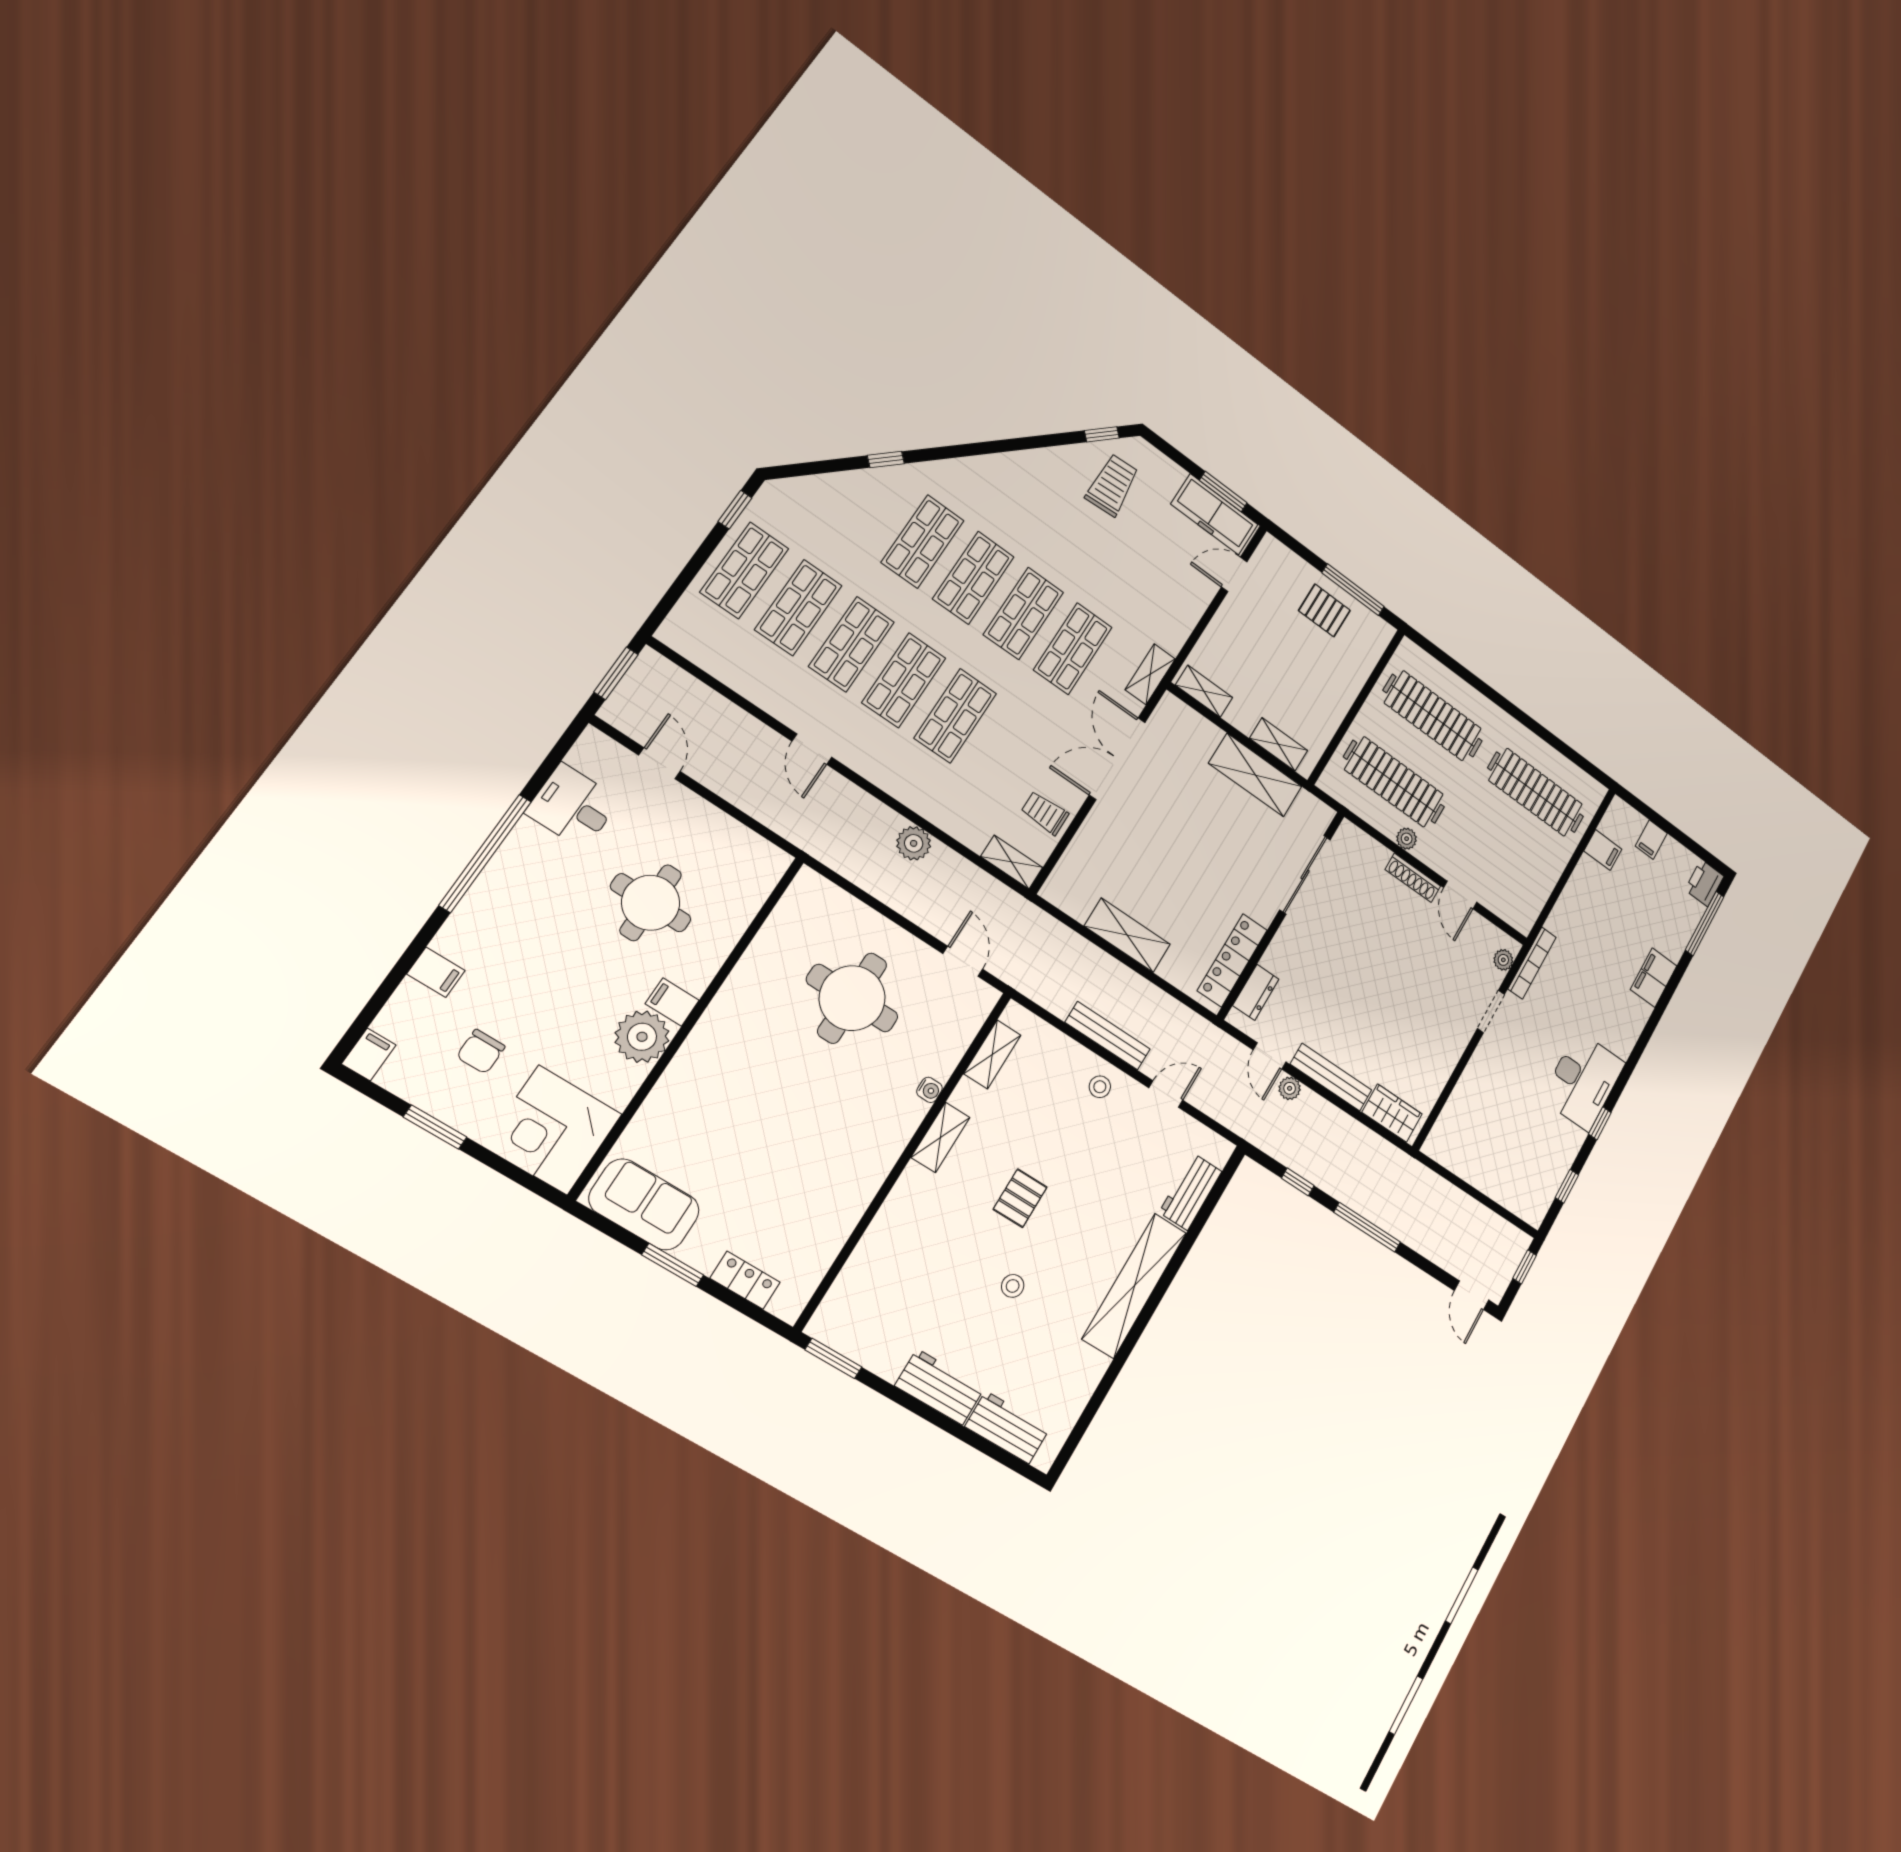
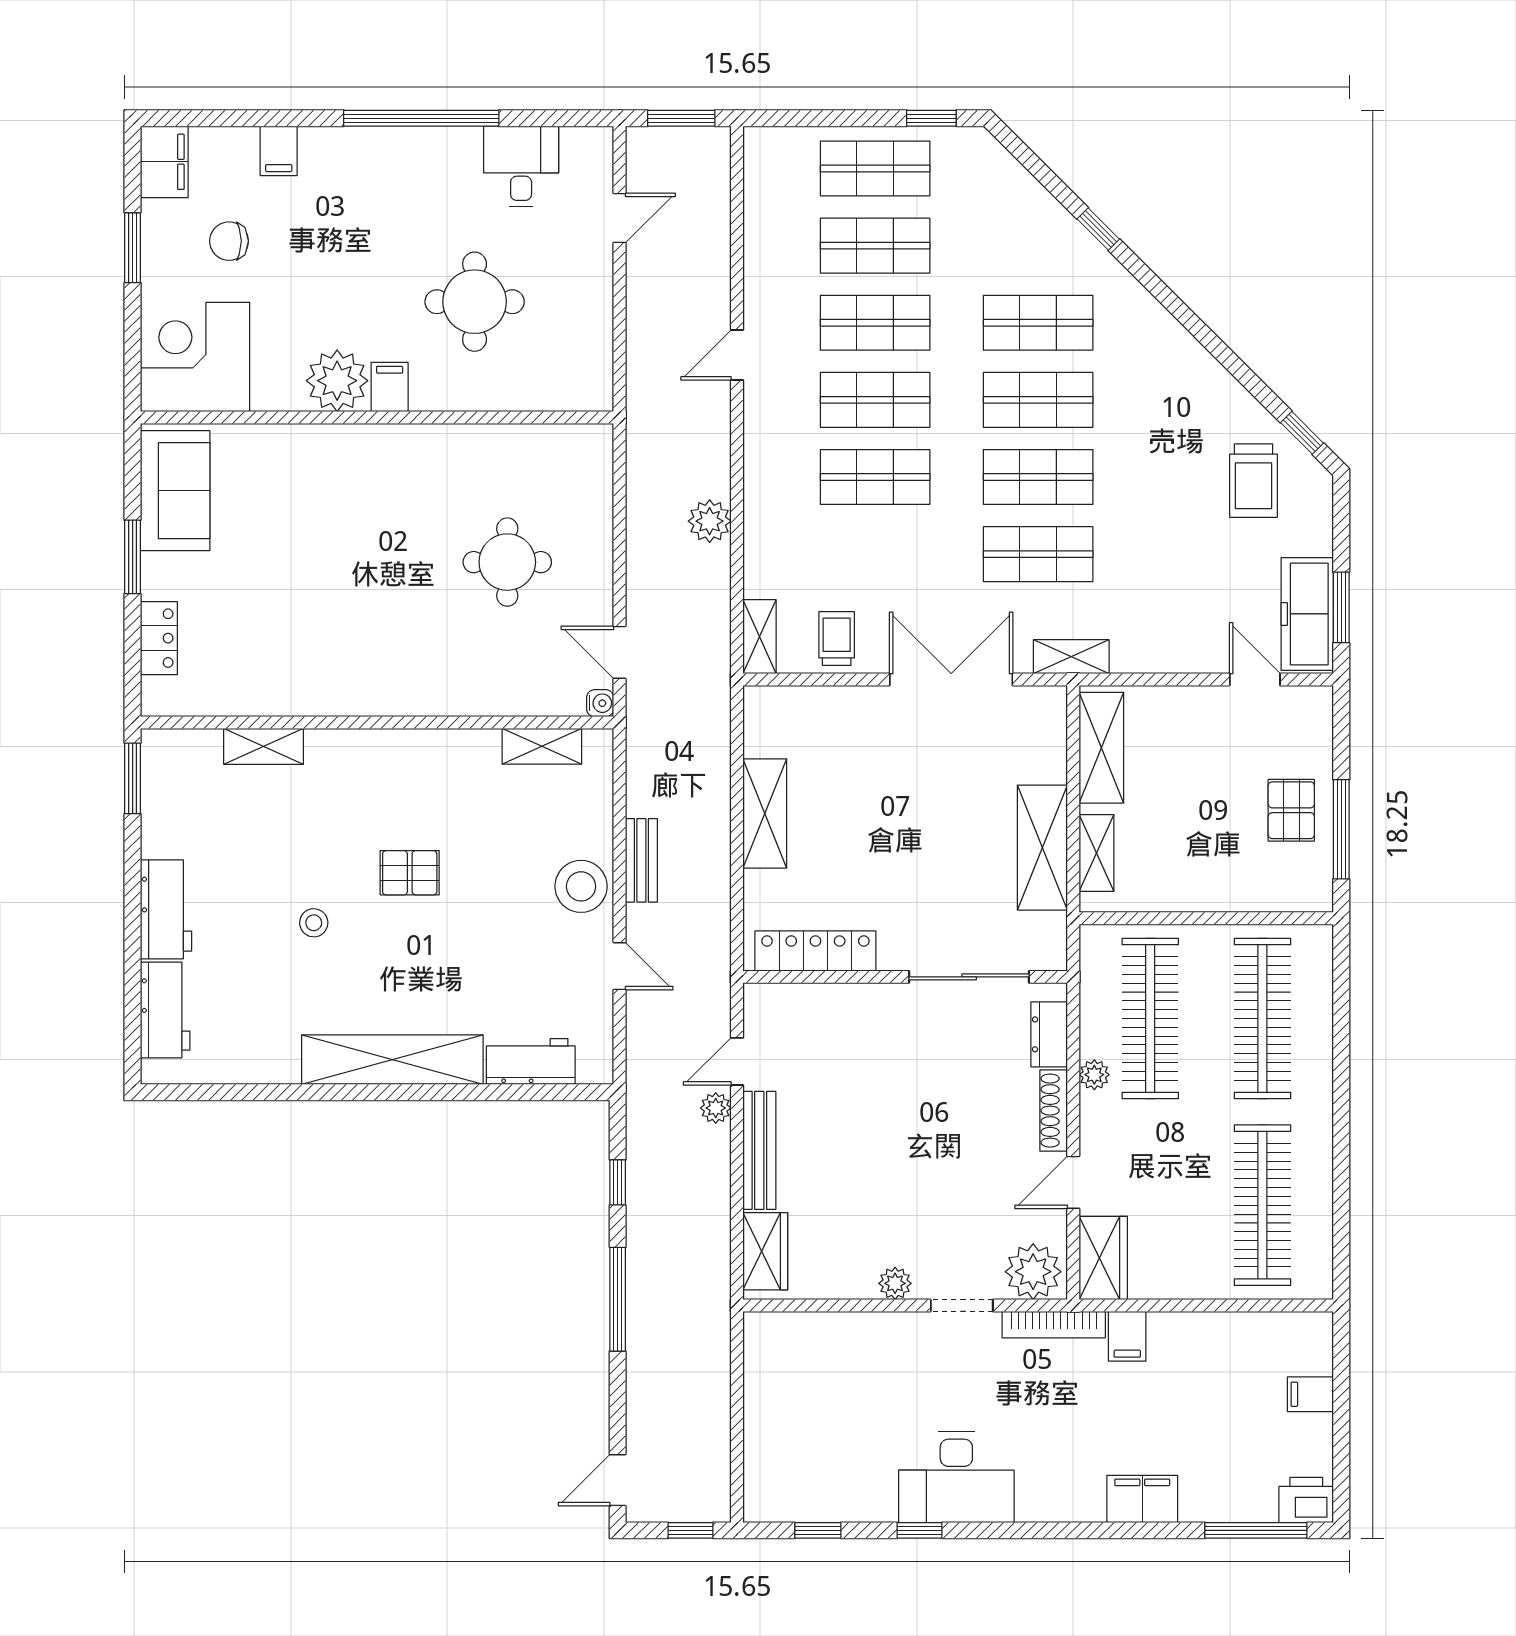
trolley: (1112, 485) -> (1254, 481), turned 94
shelving: (1204, 691) -> (1101, 748), width x1.50, depth x1.33
filing cabinet: (1603, 850) -> (1127, 1336), moved
wardrobe: (1512, 907) -> (1103, 1258), added
plant: (1503, 960) -> (1033, 1272), width x1.88, depth x1.88
door: (963, 961) -> (620, 652), swing flipped
dresser: (1256, 992) -> (1049, 1034), moved, turned 90
round table: (852, 998) -> (507, 562), width x0.73, depth x0.73
bench: (1108, 1036) -> (641, 860), width x0.73
plant: (1456, 1044) -> (895, 1283), added
filing cabinet: (369, 1054) -> (164, 162), width x2.00
stool: (1100, 1087) -> (581, 886), width x1.89, depth x1.89
water cooler: (929, 1090) -> (600, 703), moved, turned -90
shelving: (940, 1137) -> (264, 746), moved

